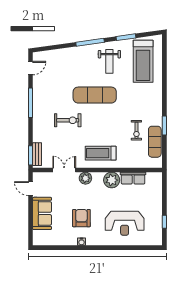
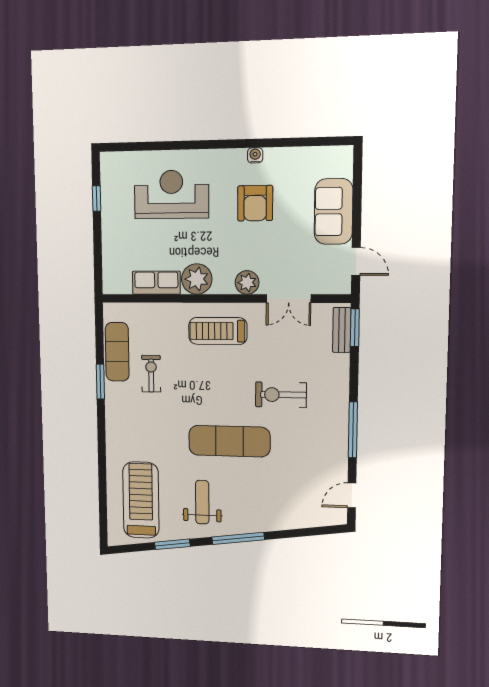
treadmill: (101, 153) -> (218, 331), turned 180

